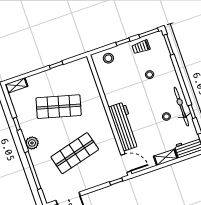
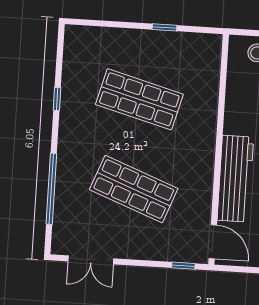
shelving: (16, 85) -> (83, 34), removed
plant: (32, 143) -> (69, 142), removed
shop shelf: (75, 153) -> (134, 189), turned 36

